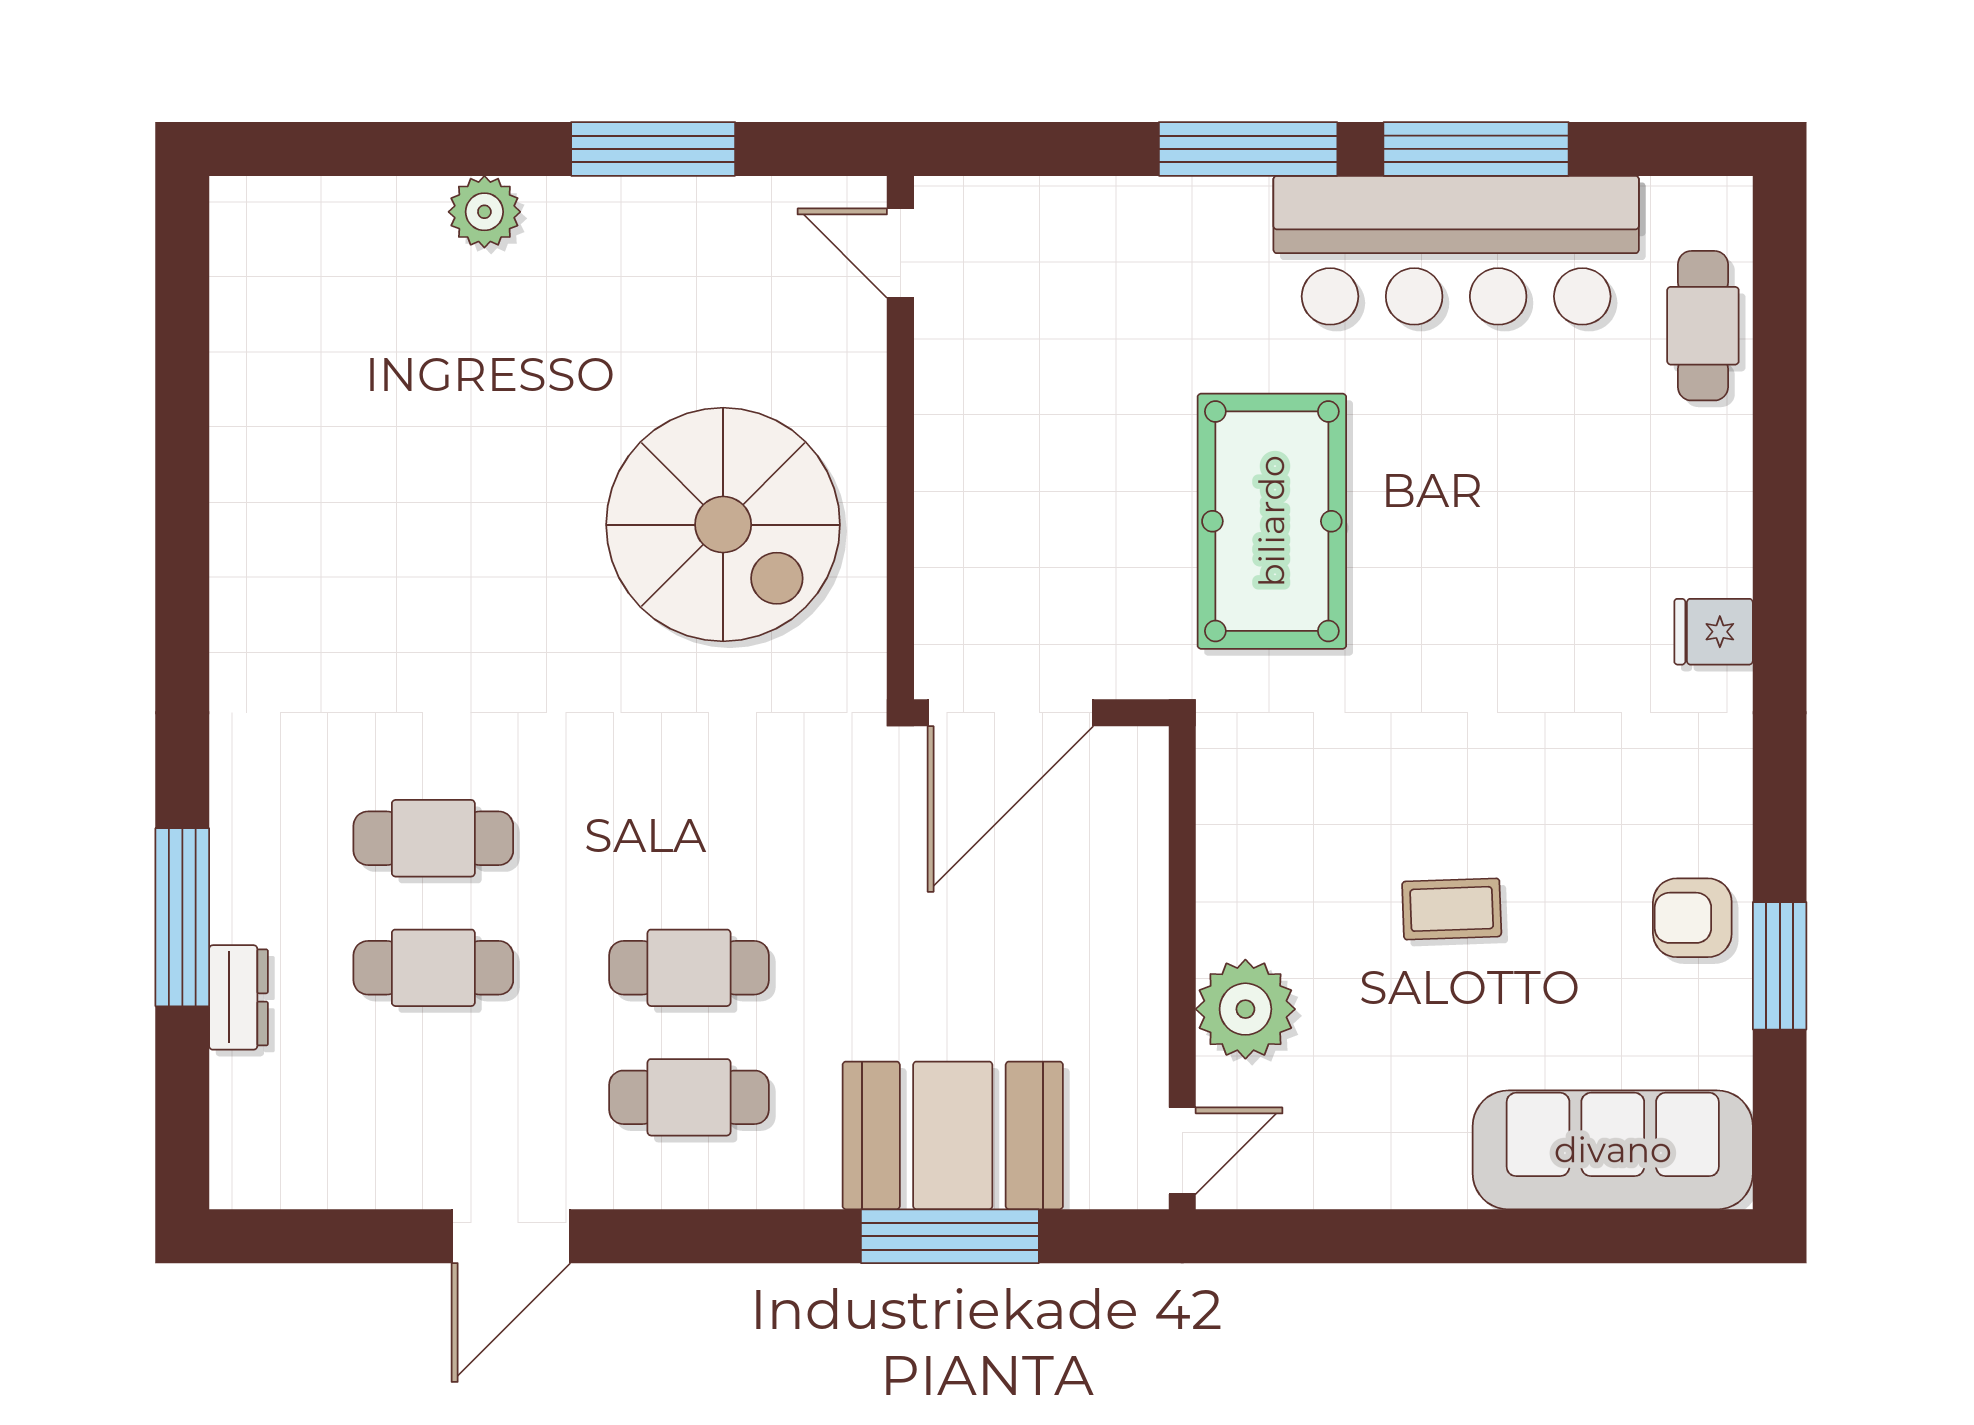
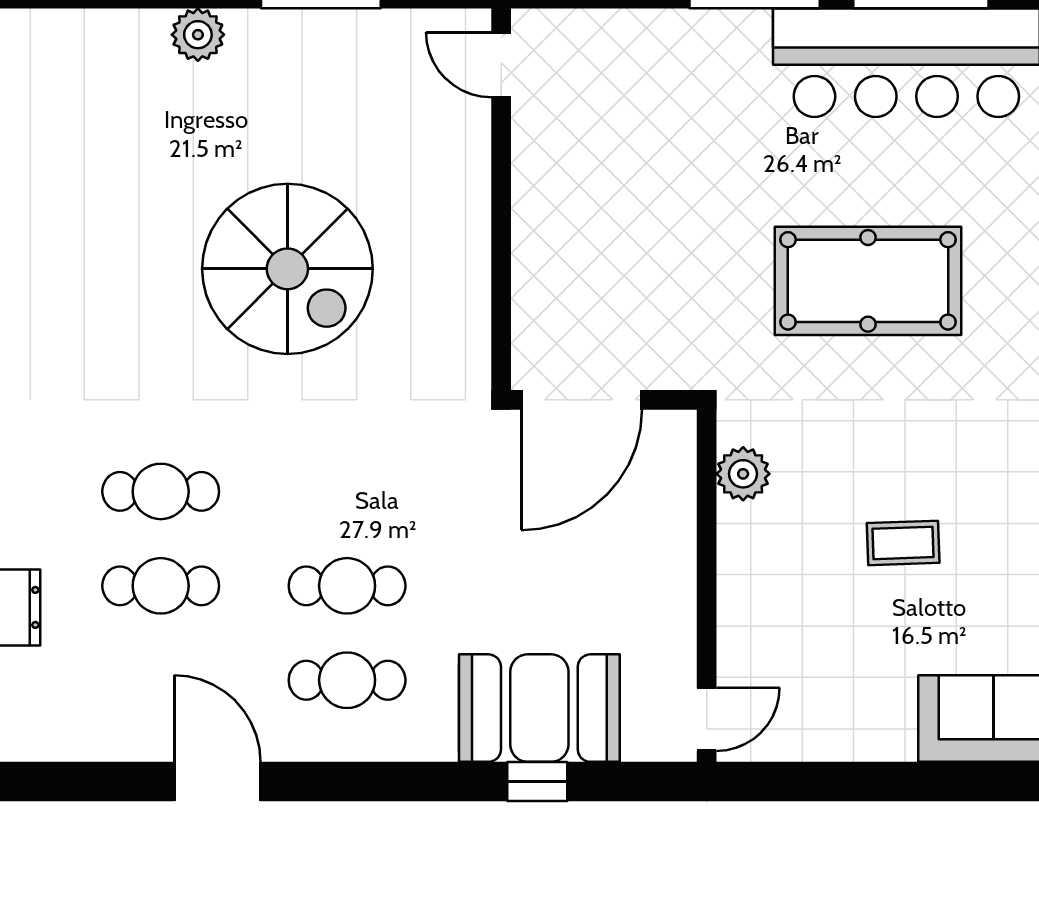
pool table: (1272, 521) -> (868, 281), moved, turned 90
spiral stairs: (723, 525) -> (287, 269), moved
plant: (1245, 1009) -> (743, 474), moved, width x0.73, depth x0.73
door: (511, 1236) -> (217, 782), swing flipped
window: (950, 1236) -> (537, 782), width x0.46

